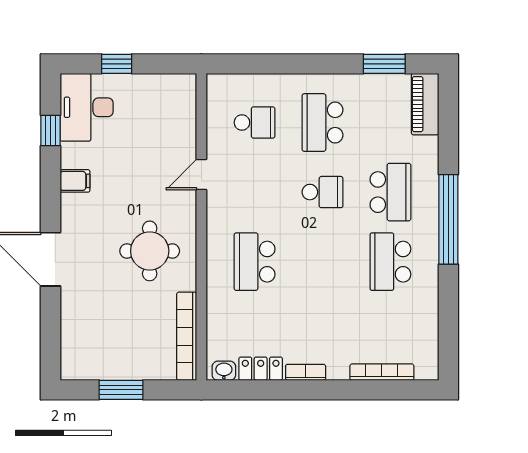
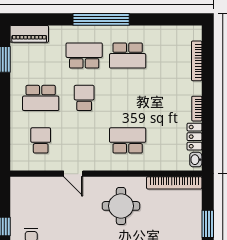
school desk: (255, 262) -> (128, 140), turned 180

